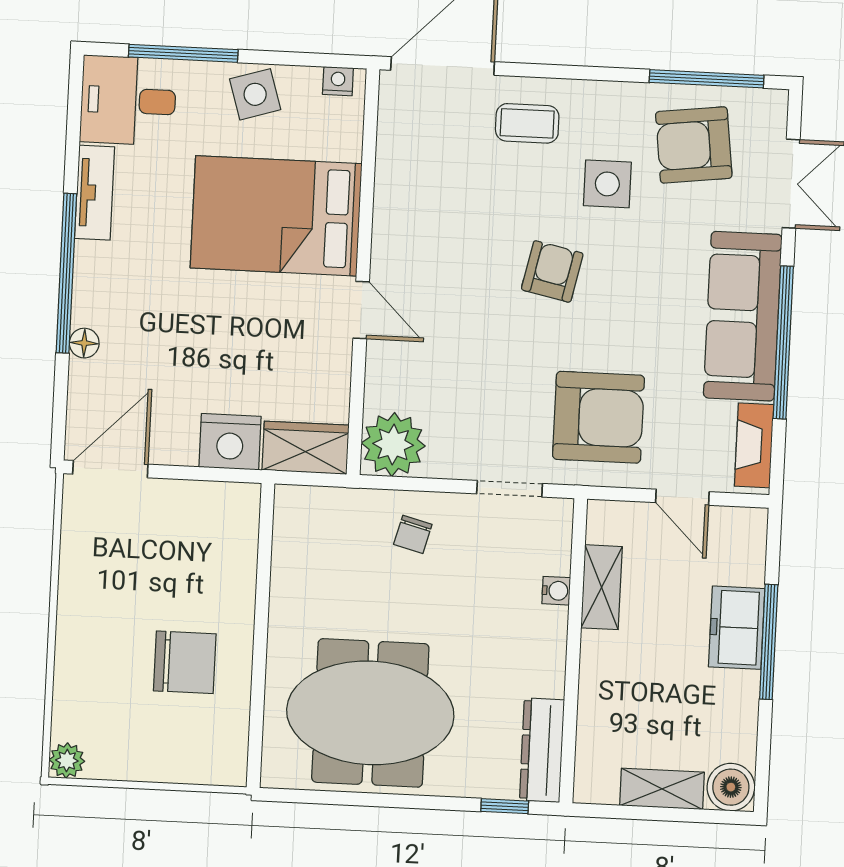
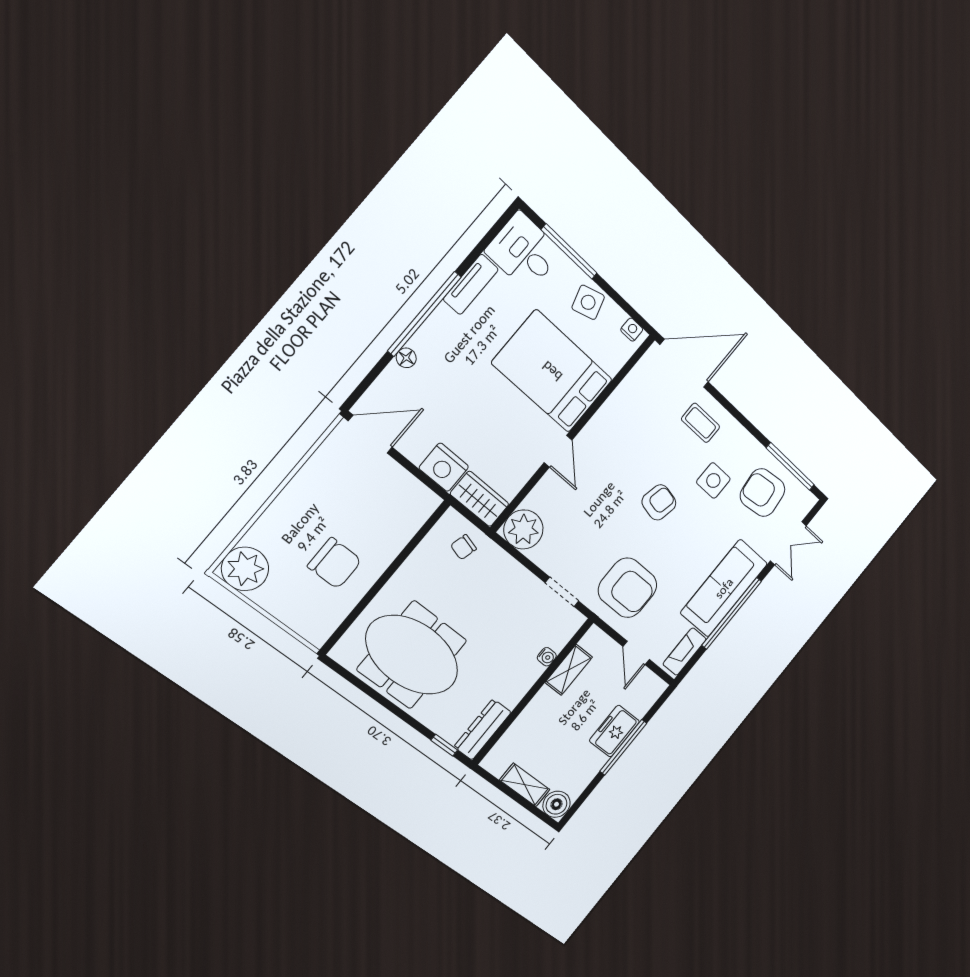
chair: (413, 534) -> (463, 547), moved
plant: (67, 761) -> (245, 569), width x1.88, depth x1.88

